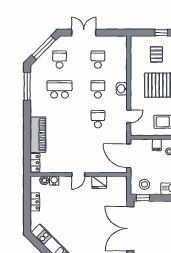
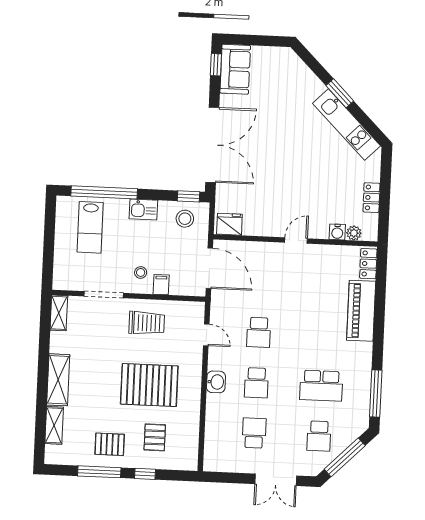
school desk: (98, 60) -> (254, 433), turned 180
door: (129, 116) -> (206, 335), swing flipped
fridge: (99, 182) -> (229, 224), moved

